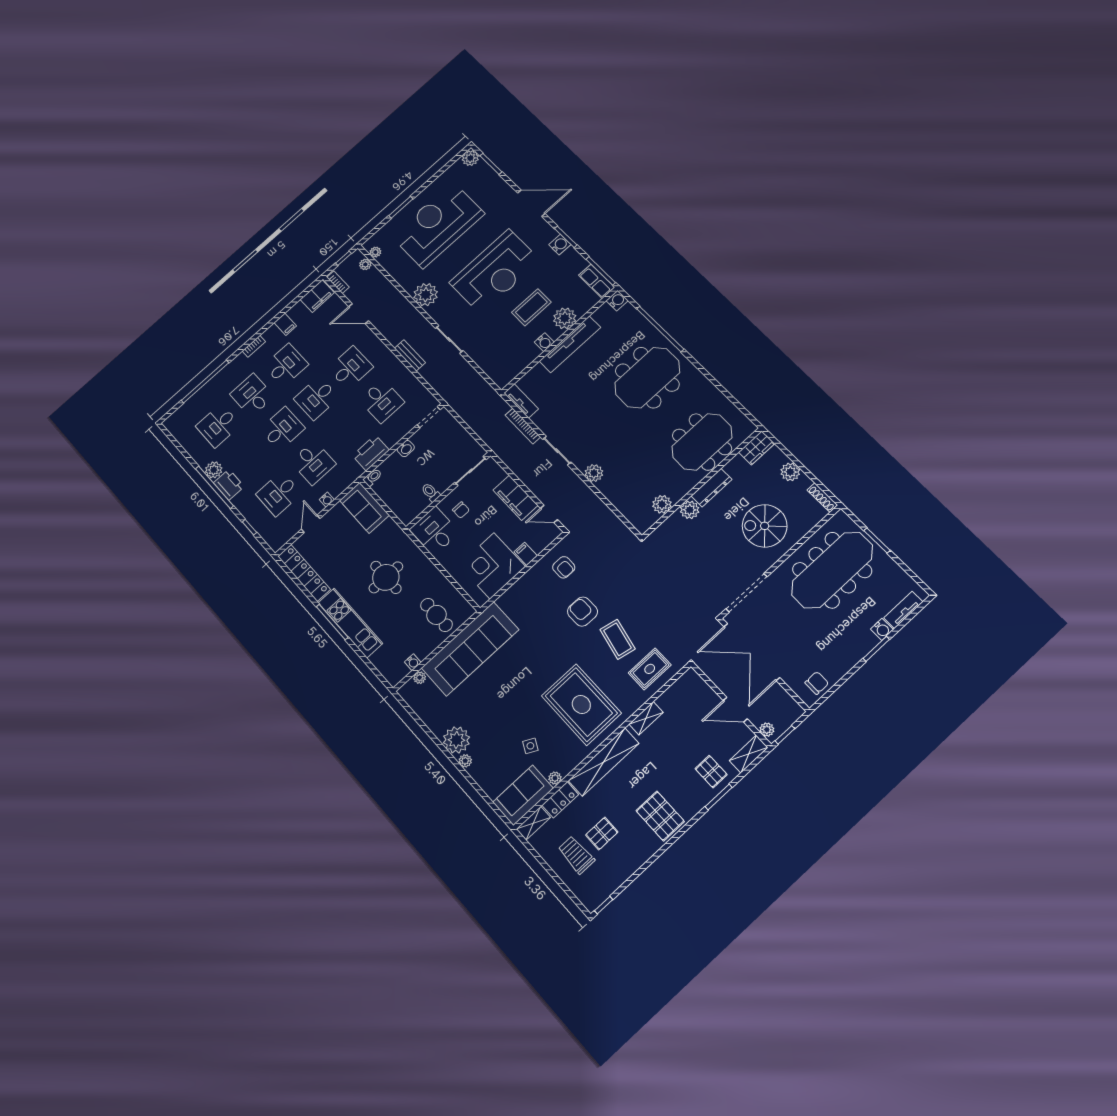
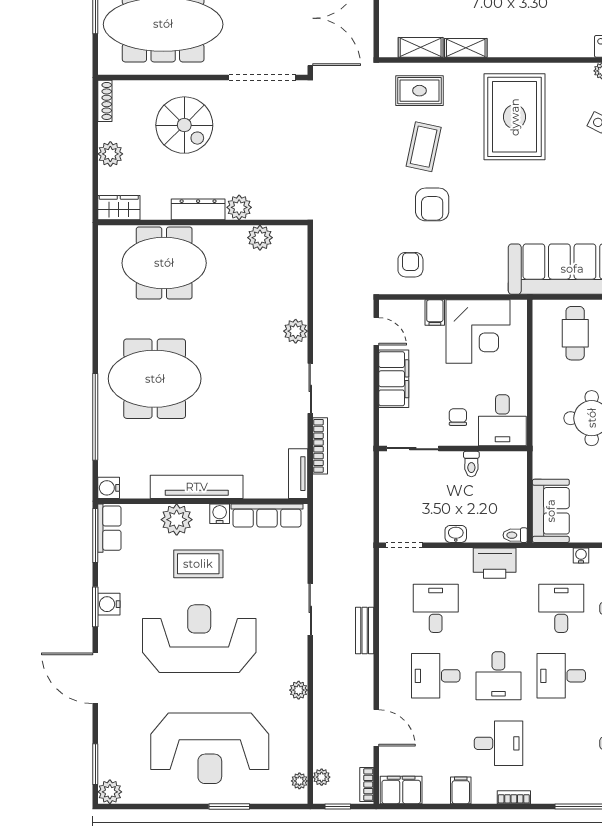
plant: (426, 295) -> (299, 690), width x0.53, depth x0.53
desk: (286, 365) -> (498, 743), turned 180
row of seats: (518, 365) -> (267, 515), added
desk: (252, 395) -> (561, 743), removed
desk: (316, 398) -> (498, 676), turned 90
shelving: (604, 762) -> (421, 47), moved, width x0.45, depth x0.75

